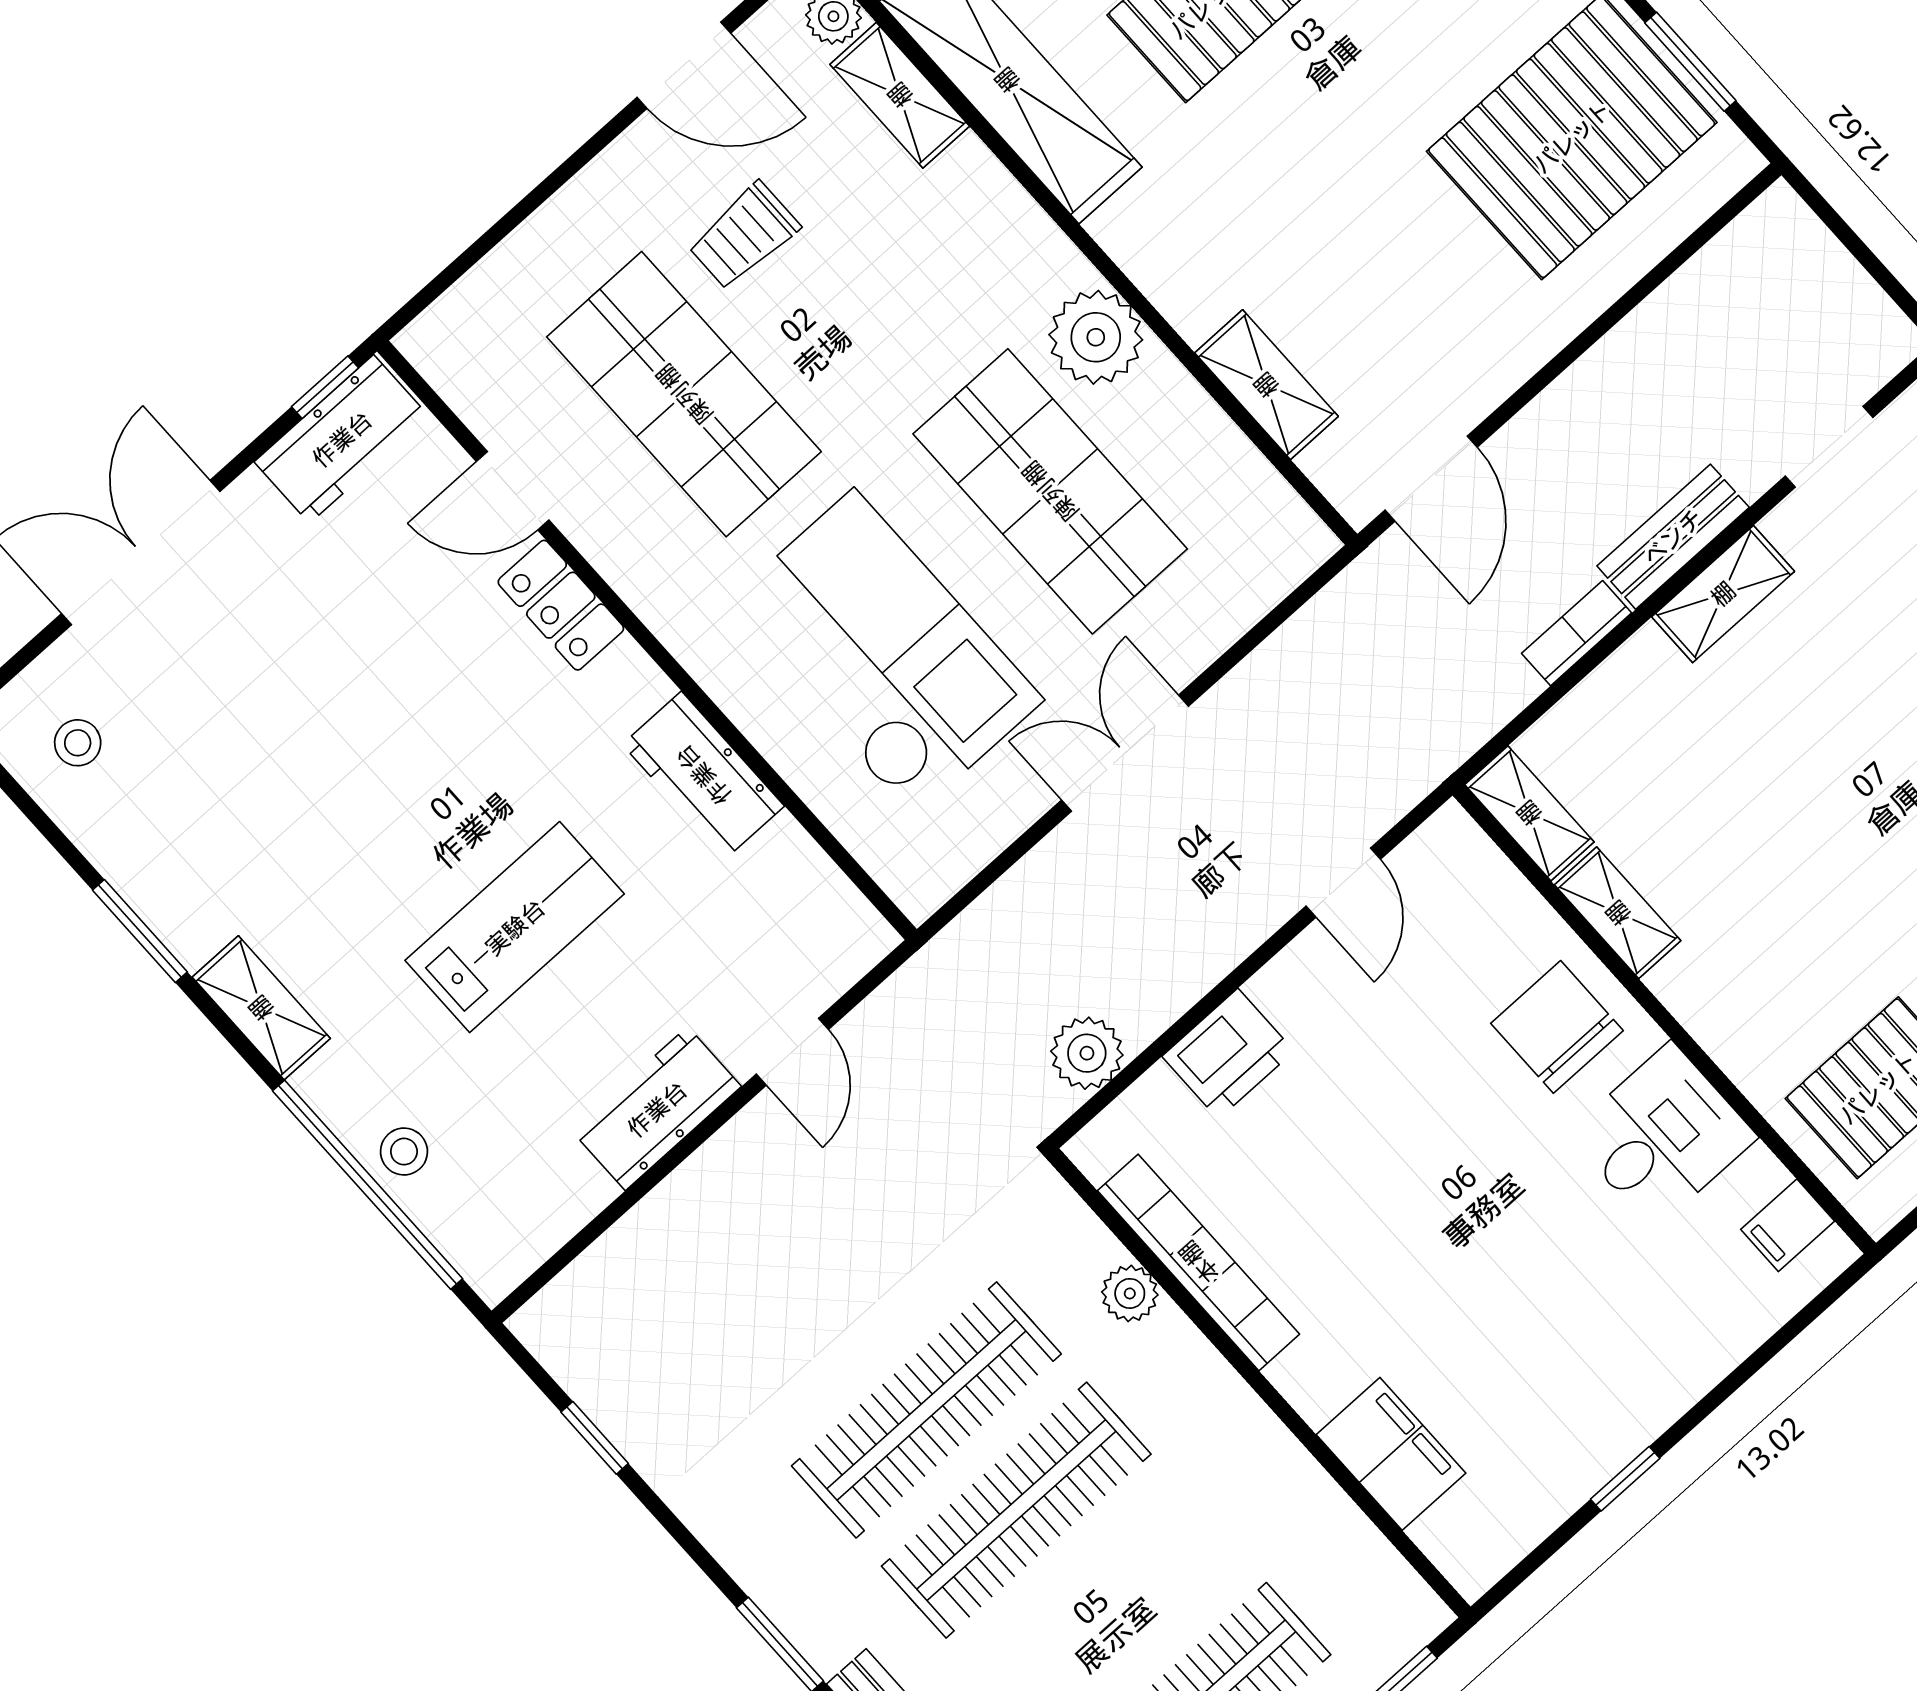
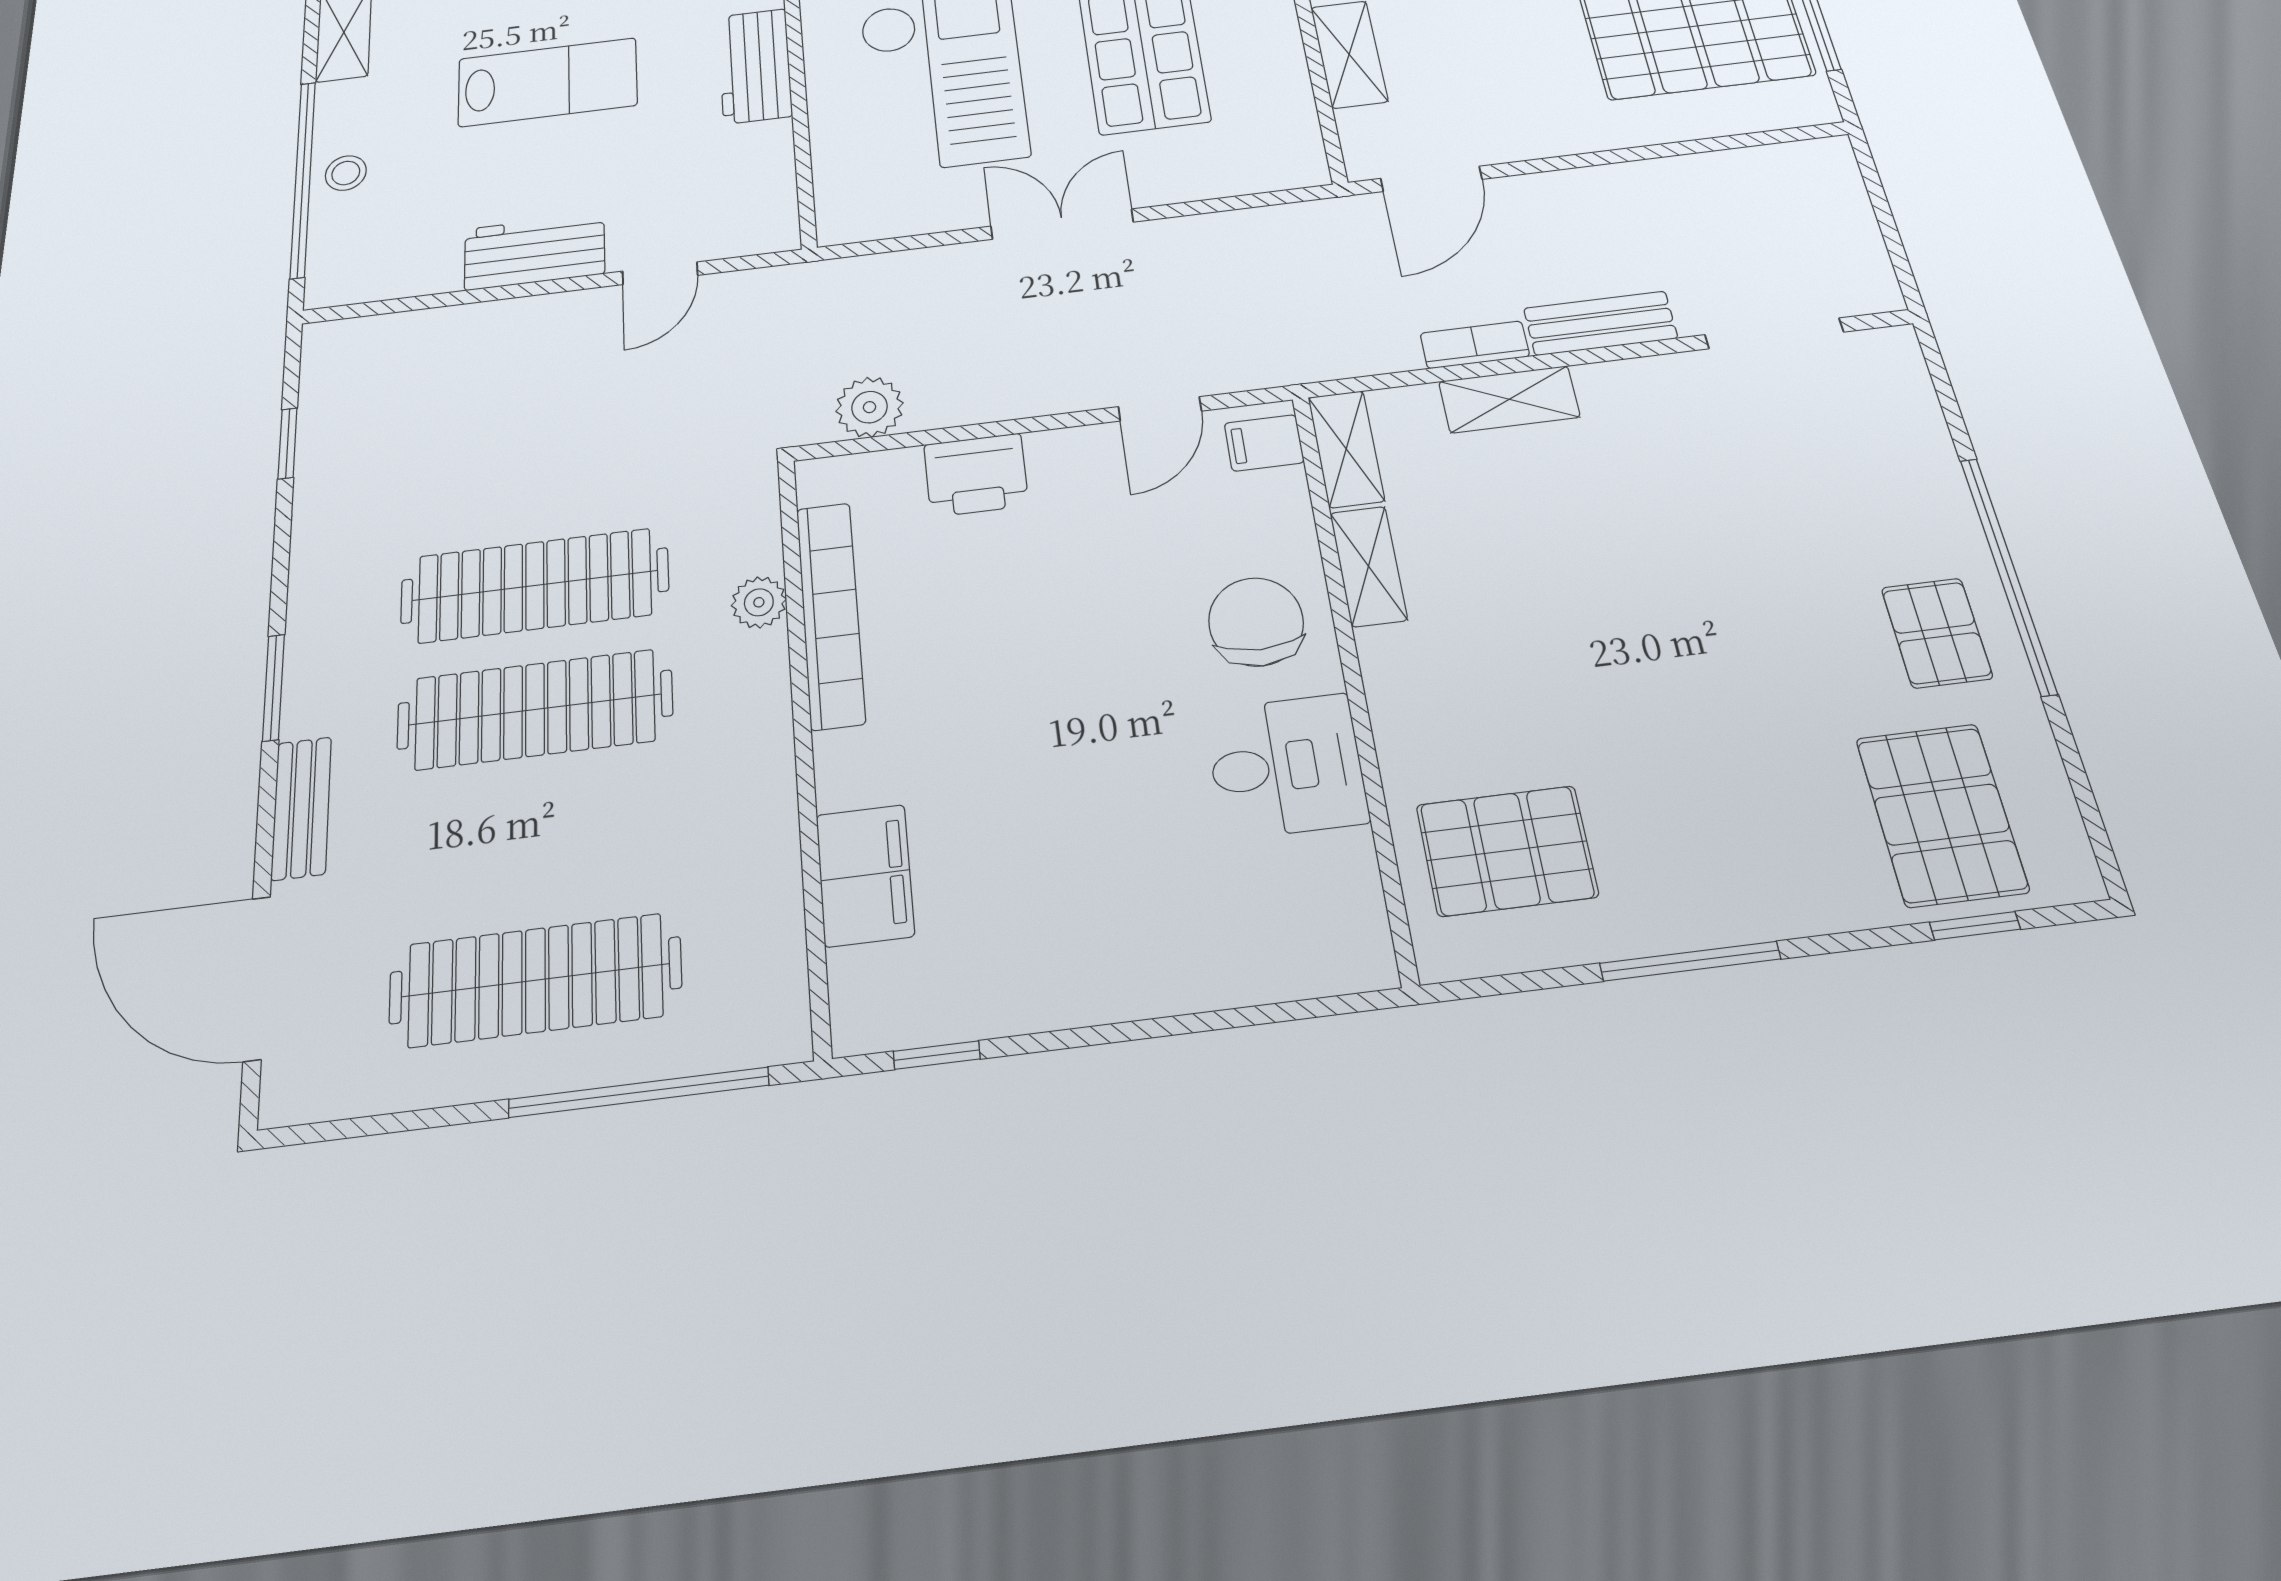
doorway: (1829, 447) -> (1774, 333), width x1.38
shelving: (1723, 594) -> (1509, 399), moved
filing cabinet: (1788, 1225) -> (1264, 443), moved
window: (1625, 1479) -> (937, 1055), moved

